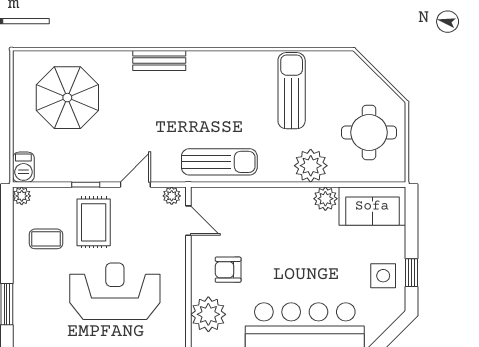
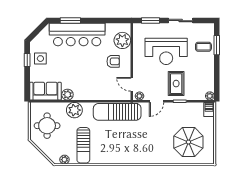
plant: (332, 60) -> (64, 160), added
bench: (159, 61) -> (145, 159), removed
sun lounger: (219, 162) -> (117, 112), width x1.36, depth x1.34
coffee table: (46, 239) -> (203, 47), moved

